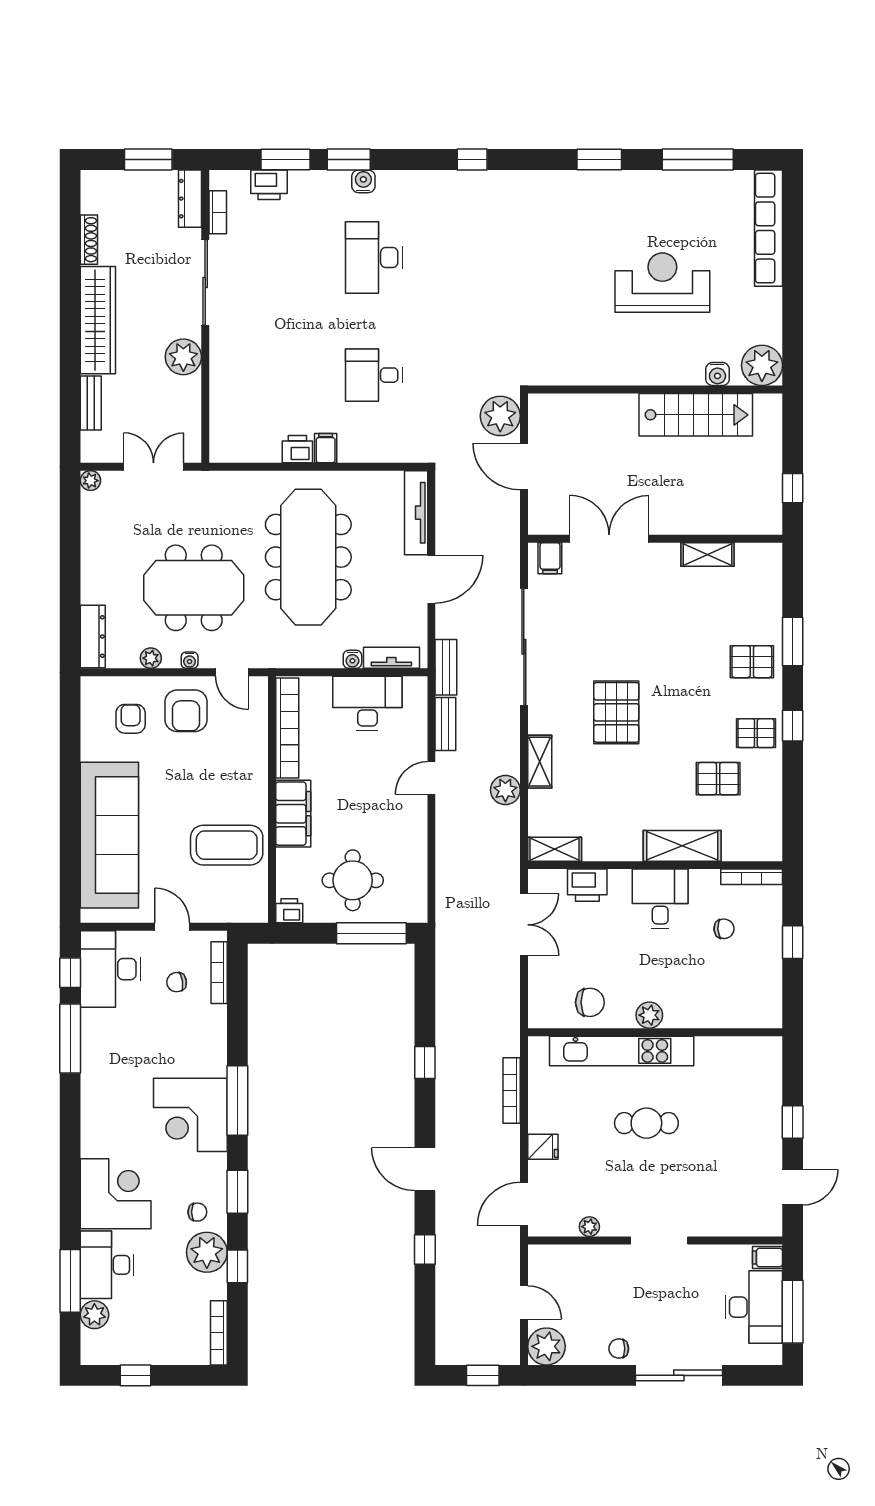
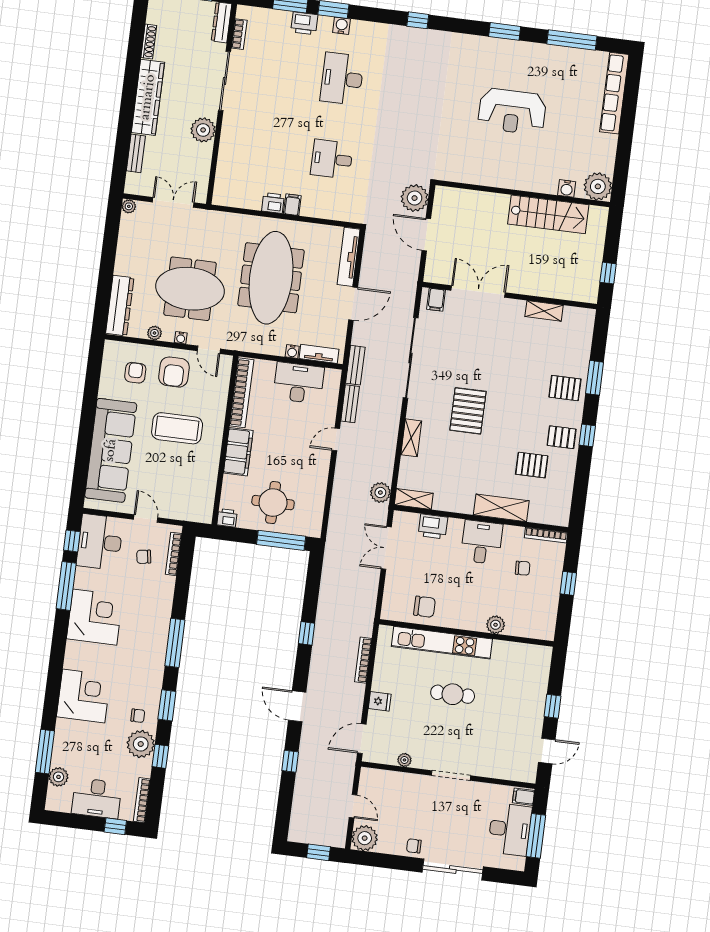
printer: (269, 185) -> (304, 23), moved
reception desk: (662, 283) -> (512, 111), moved, turned 180
dresser: (93, 637) -> (120, 306), width x1.37, depth x1.24
plant: (505, 790) -> (380, 493), moved
coffee table: (227, 845) -> (177, 428), moved
double door: (524, 925) -> (386, 548), swing flipped
plant: (649, 1015) -> (496, 625), moved
corner desk: (190, 1115) -> (95, 617), moved, turned 180
desk: (107, 1265) -> (97, 798), moved, turned -90
window: (136, 1375) -> (115, 826), moved

